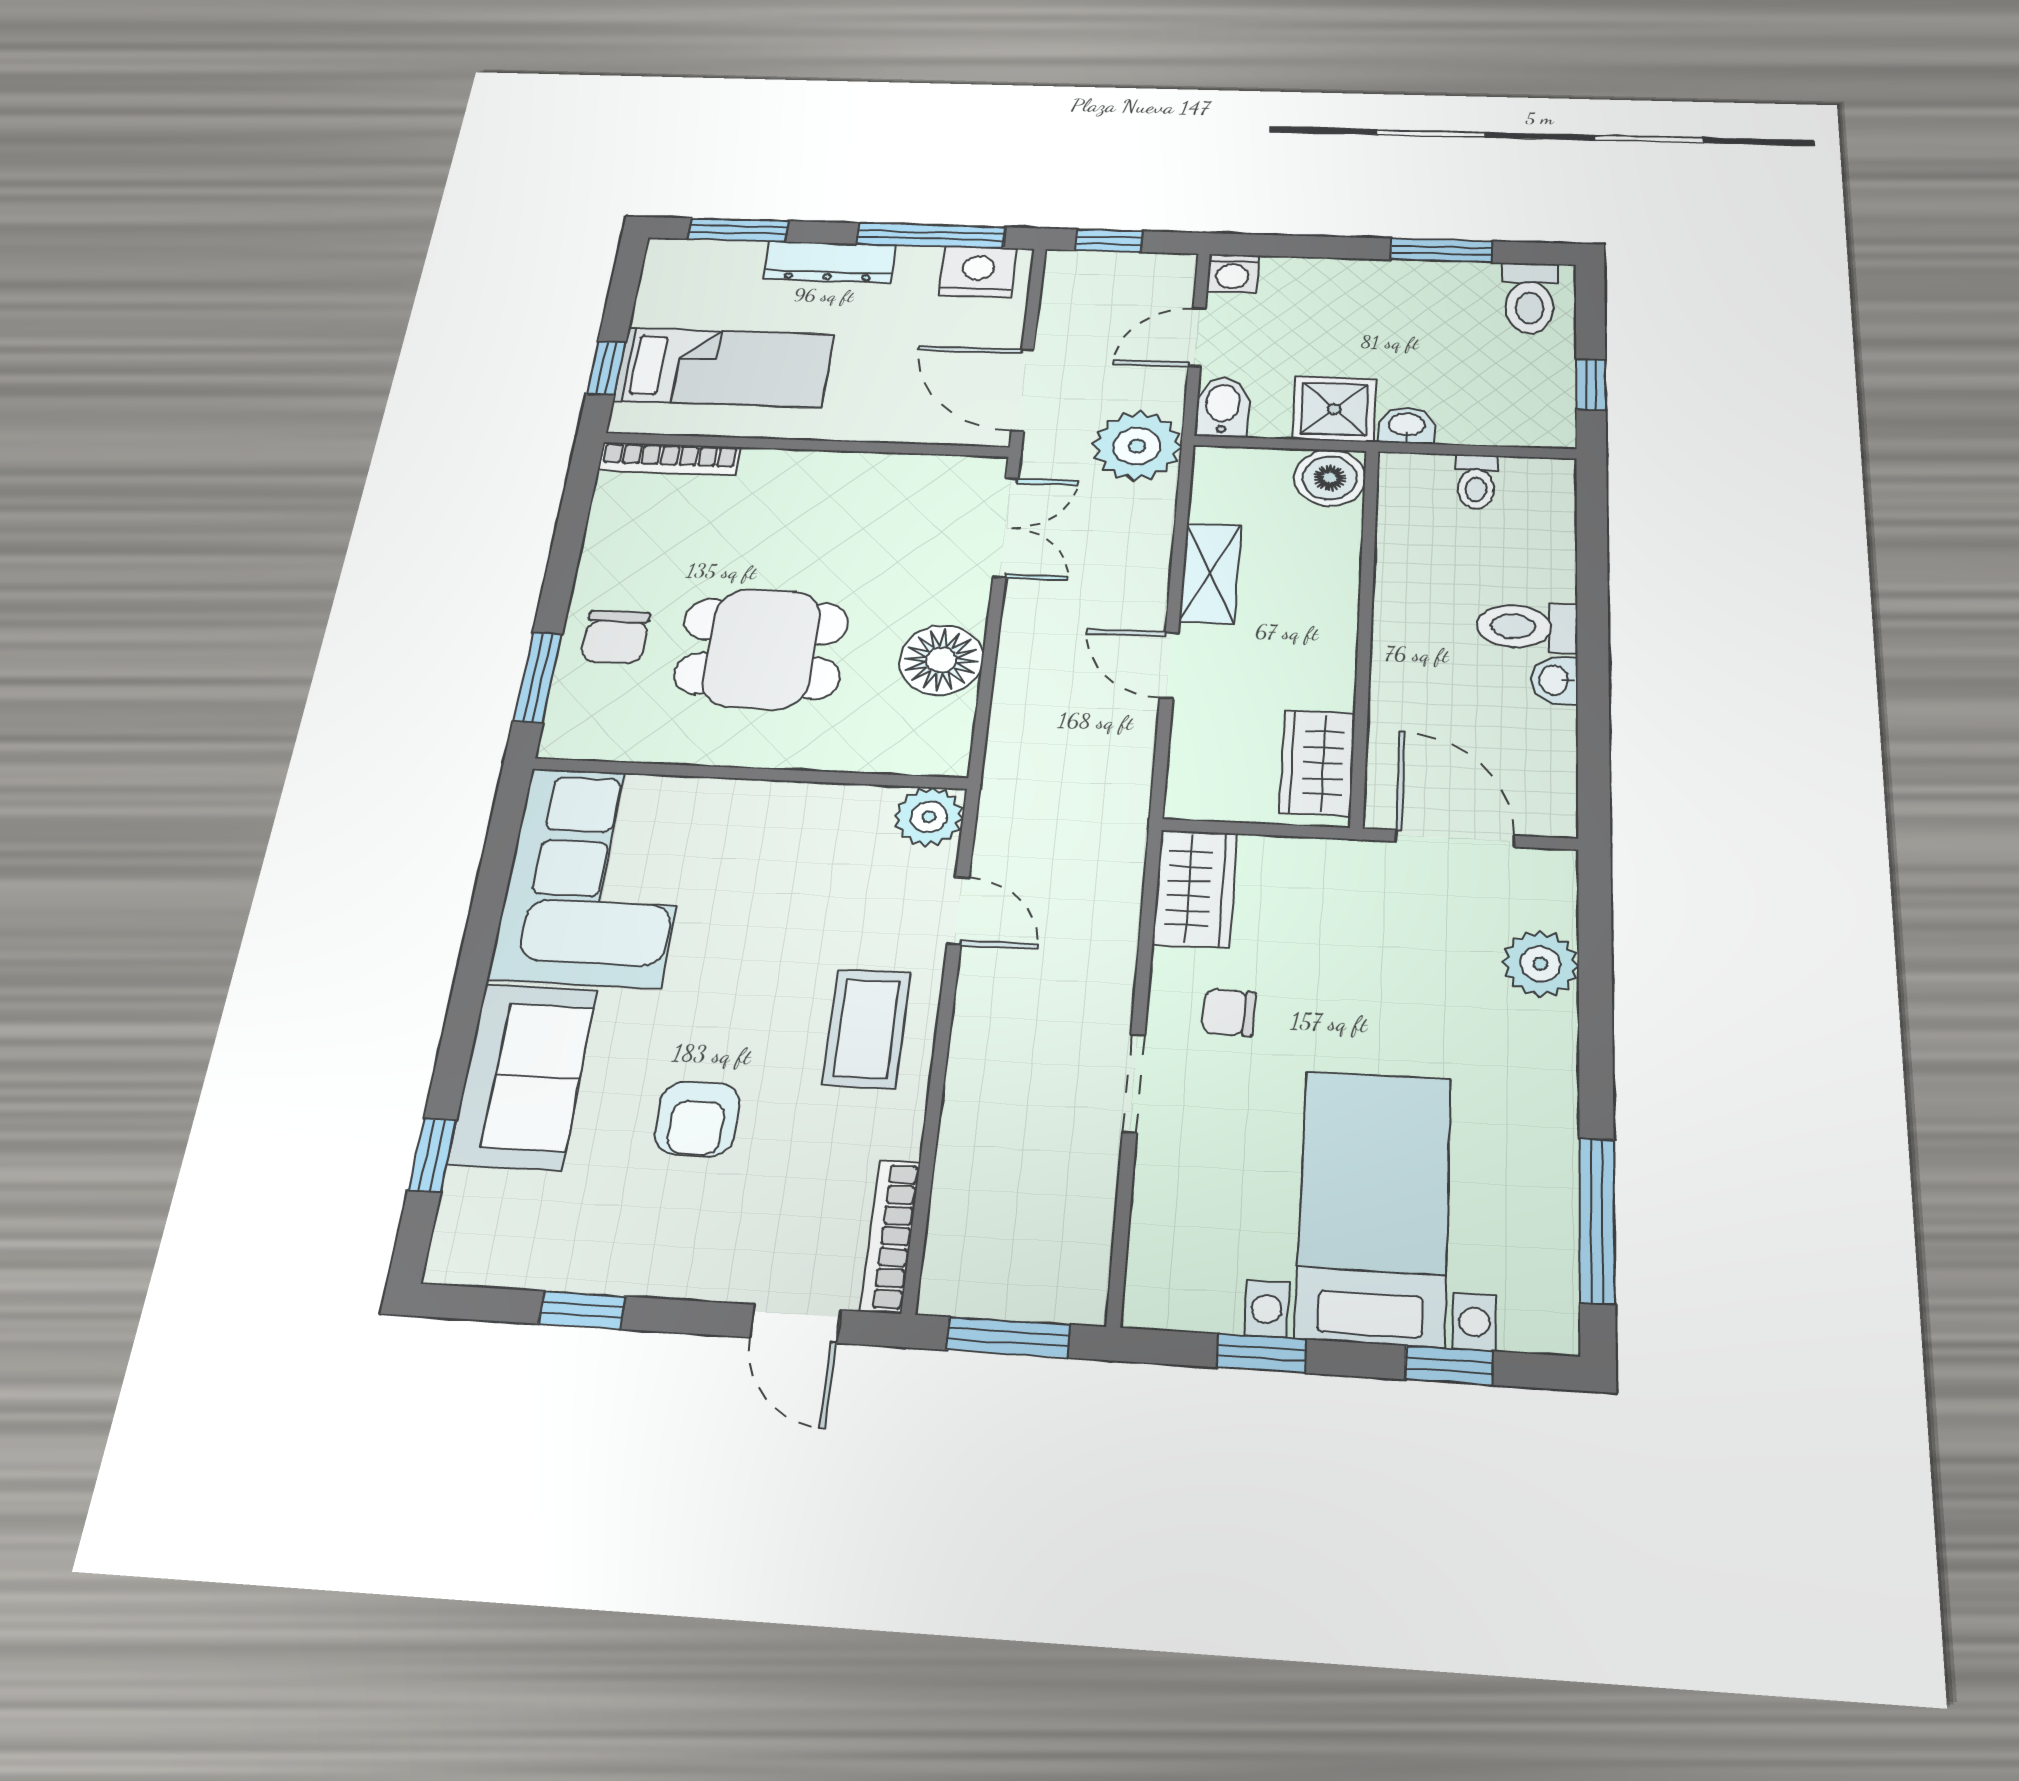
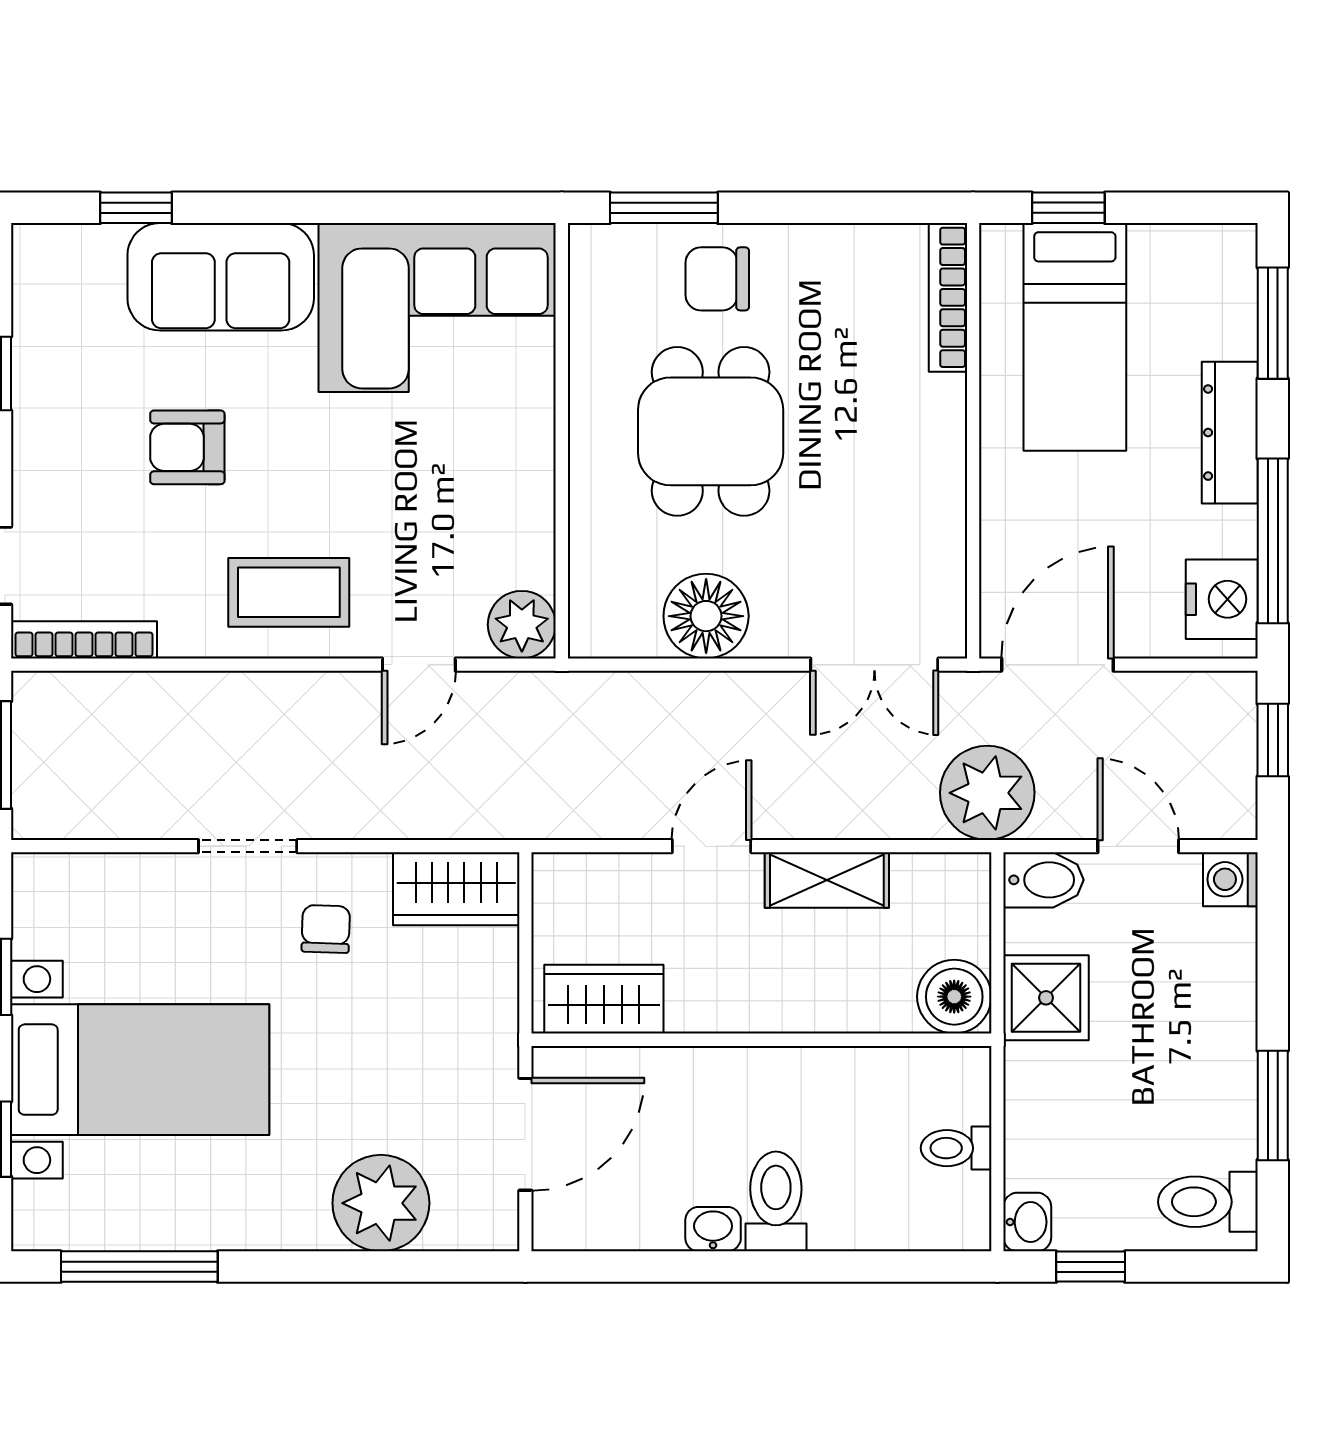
washbasin: (1407, 425) -> (1027, 1222), moved
plant: (1540, 964) -> (381, 1203), width x1.36, depth x1.36

